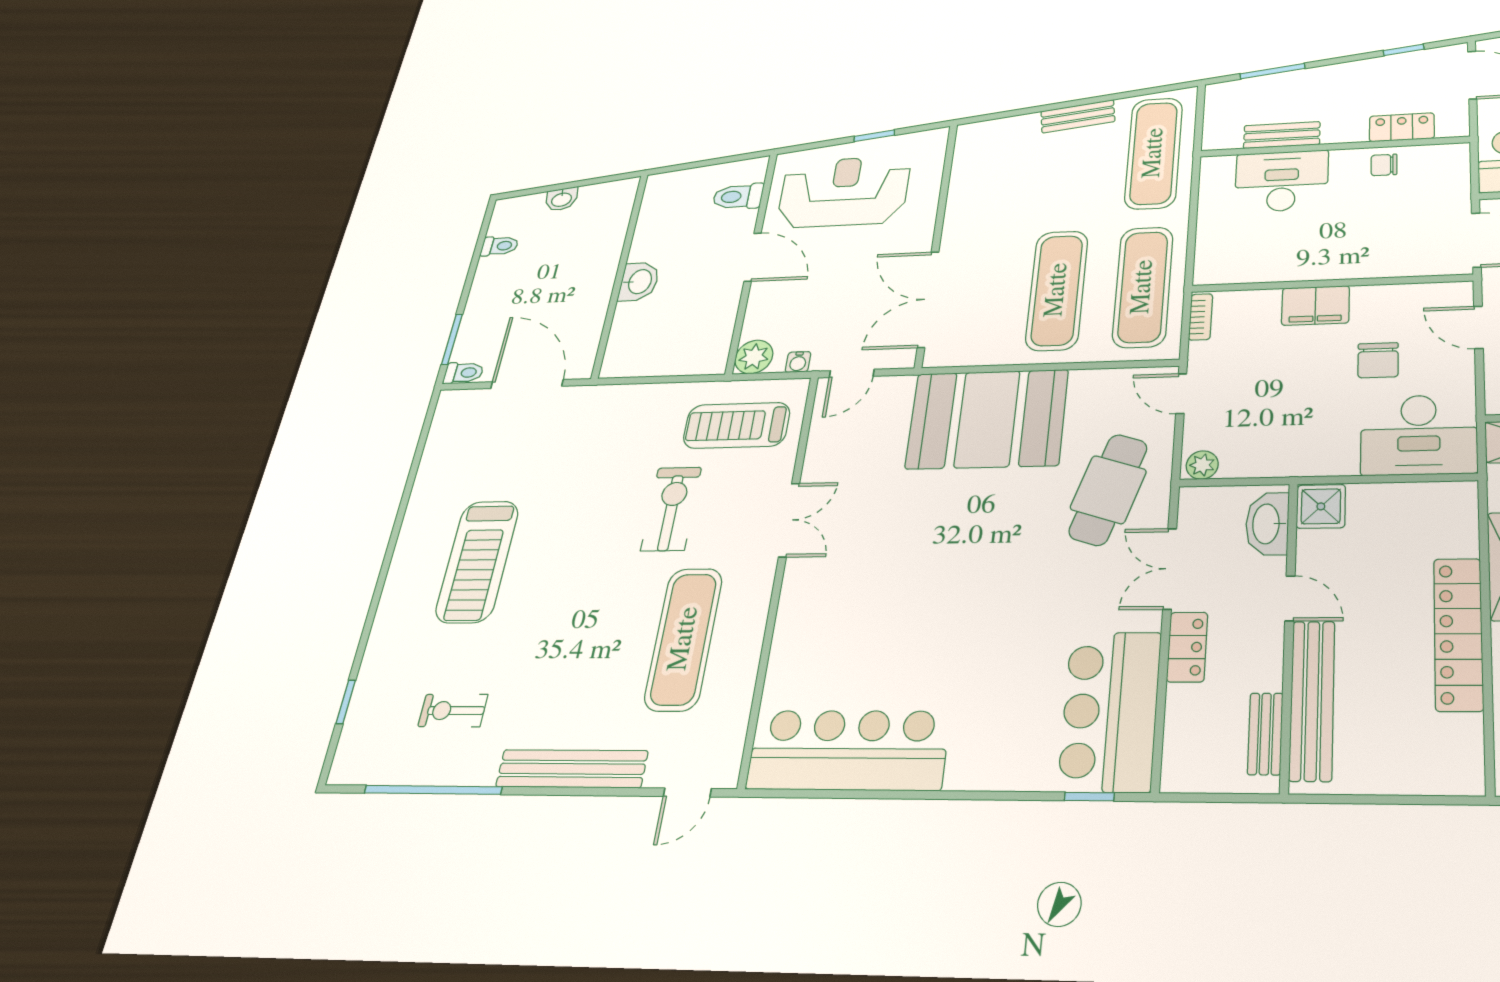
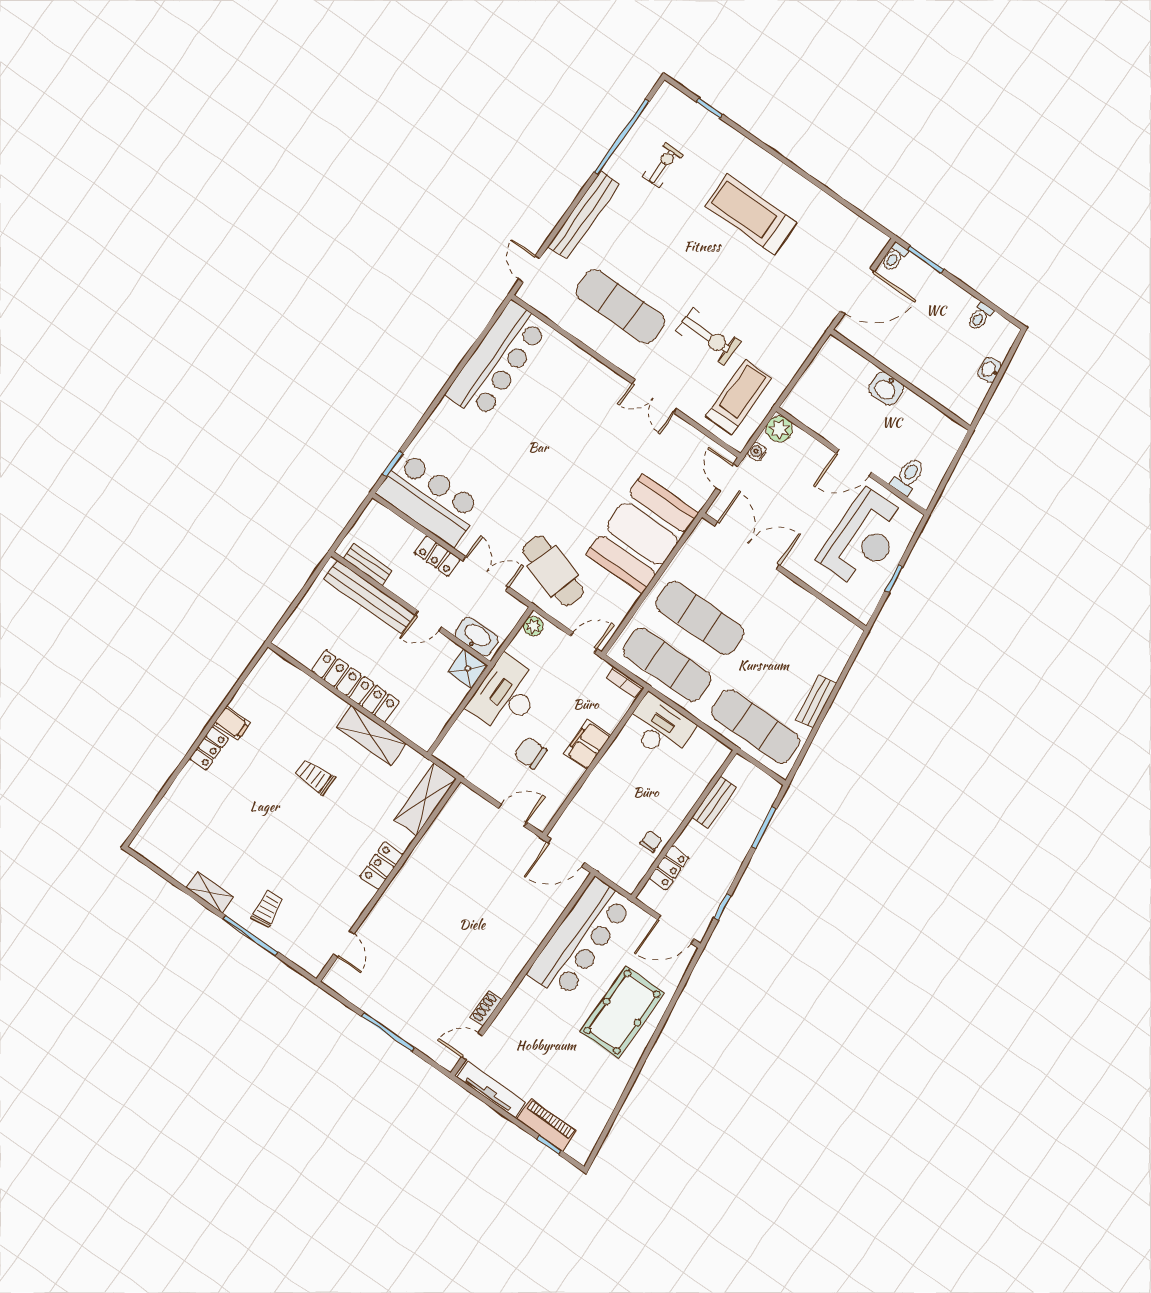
desk: (1281, 181) -> (659, 727), moved, turned -90
desk: (1419, 435) -> (506, 695), moved

